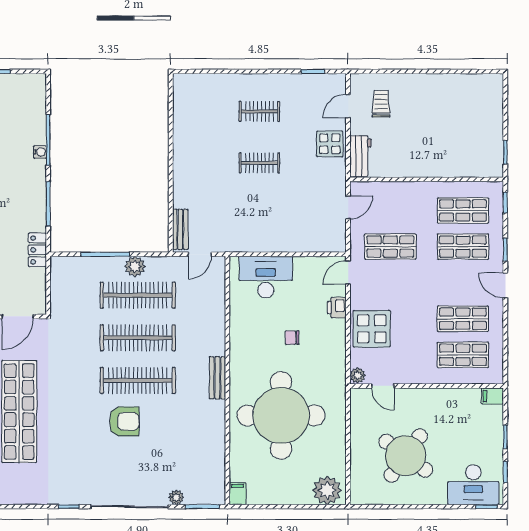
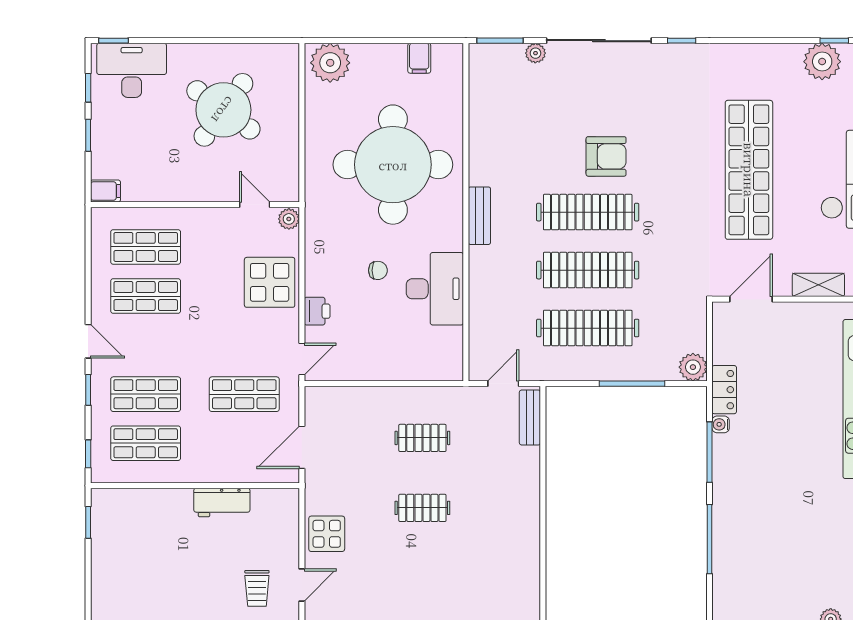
clothes rail: (259, 111) -> (422, 438), moved
water cooler: (40, 152) -> (721, 424), moved
workbench: (360, 156) -> (222, 502), moved, turned -90
door: (348, 207) -> (302, 447), width x1.38
plant: (135, 266) -> (693, 367), moved
desk: (266, 277) -> (435, 289), moved, turned -90
armchair: (124, 421) -> (606, 156), turned 180
filing cabinet: (238, 494) -> (419, 58), moved

